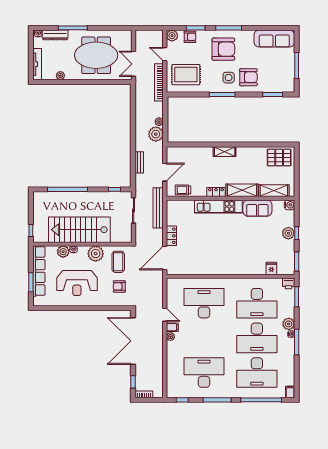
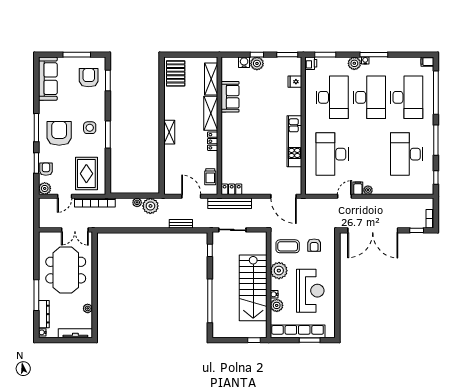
armchair: (248, 77) -> (89, 78), moved
water cooler: (289, 205) -> (244, 62), moved
kitchen unit: (218, 206) -> (294, 141), moved, turned 180
locker: (171, 236) -> (232, 189), moved

